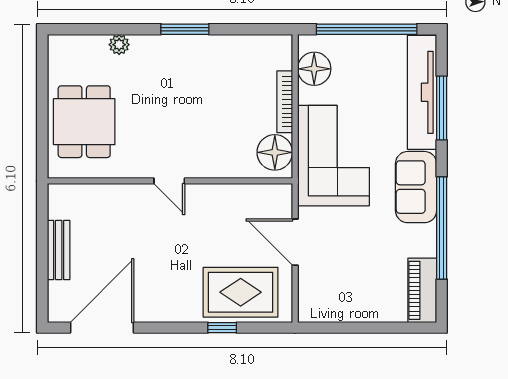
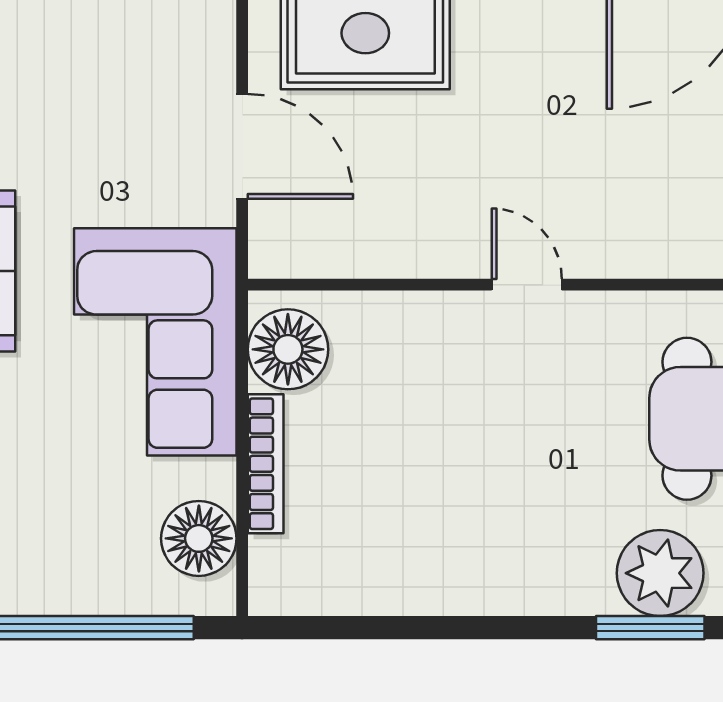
window: (185, 29) -> (650, 628), moved
plant: (119, 45) -> (660, 573), width x1.88, depth x1.88

